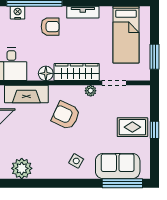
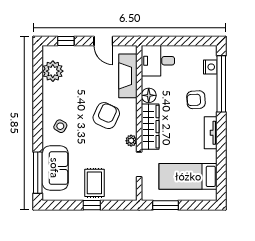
armchair: (50, 27) -> (196, 100), turned 87

